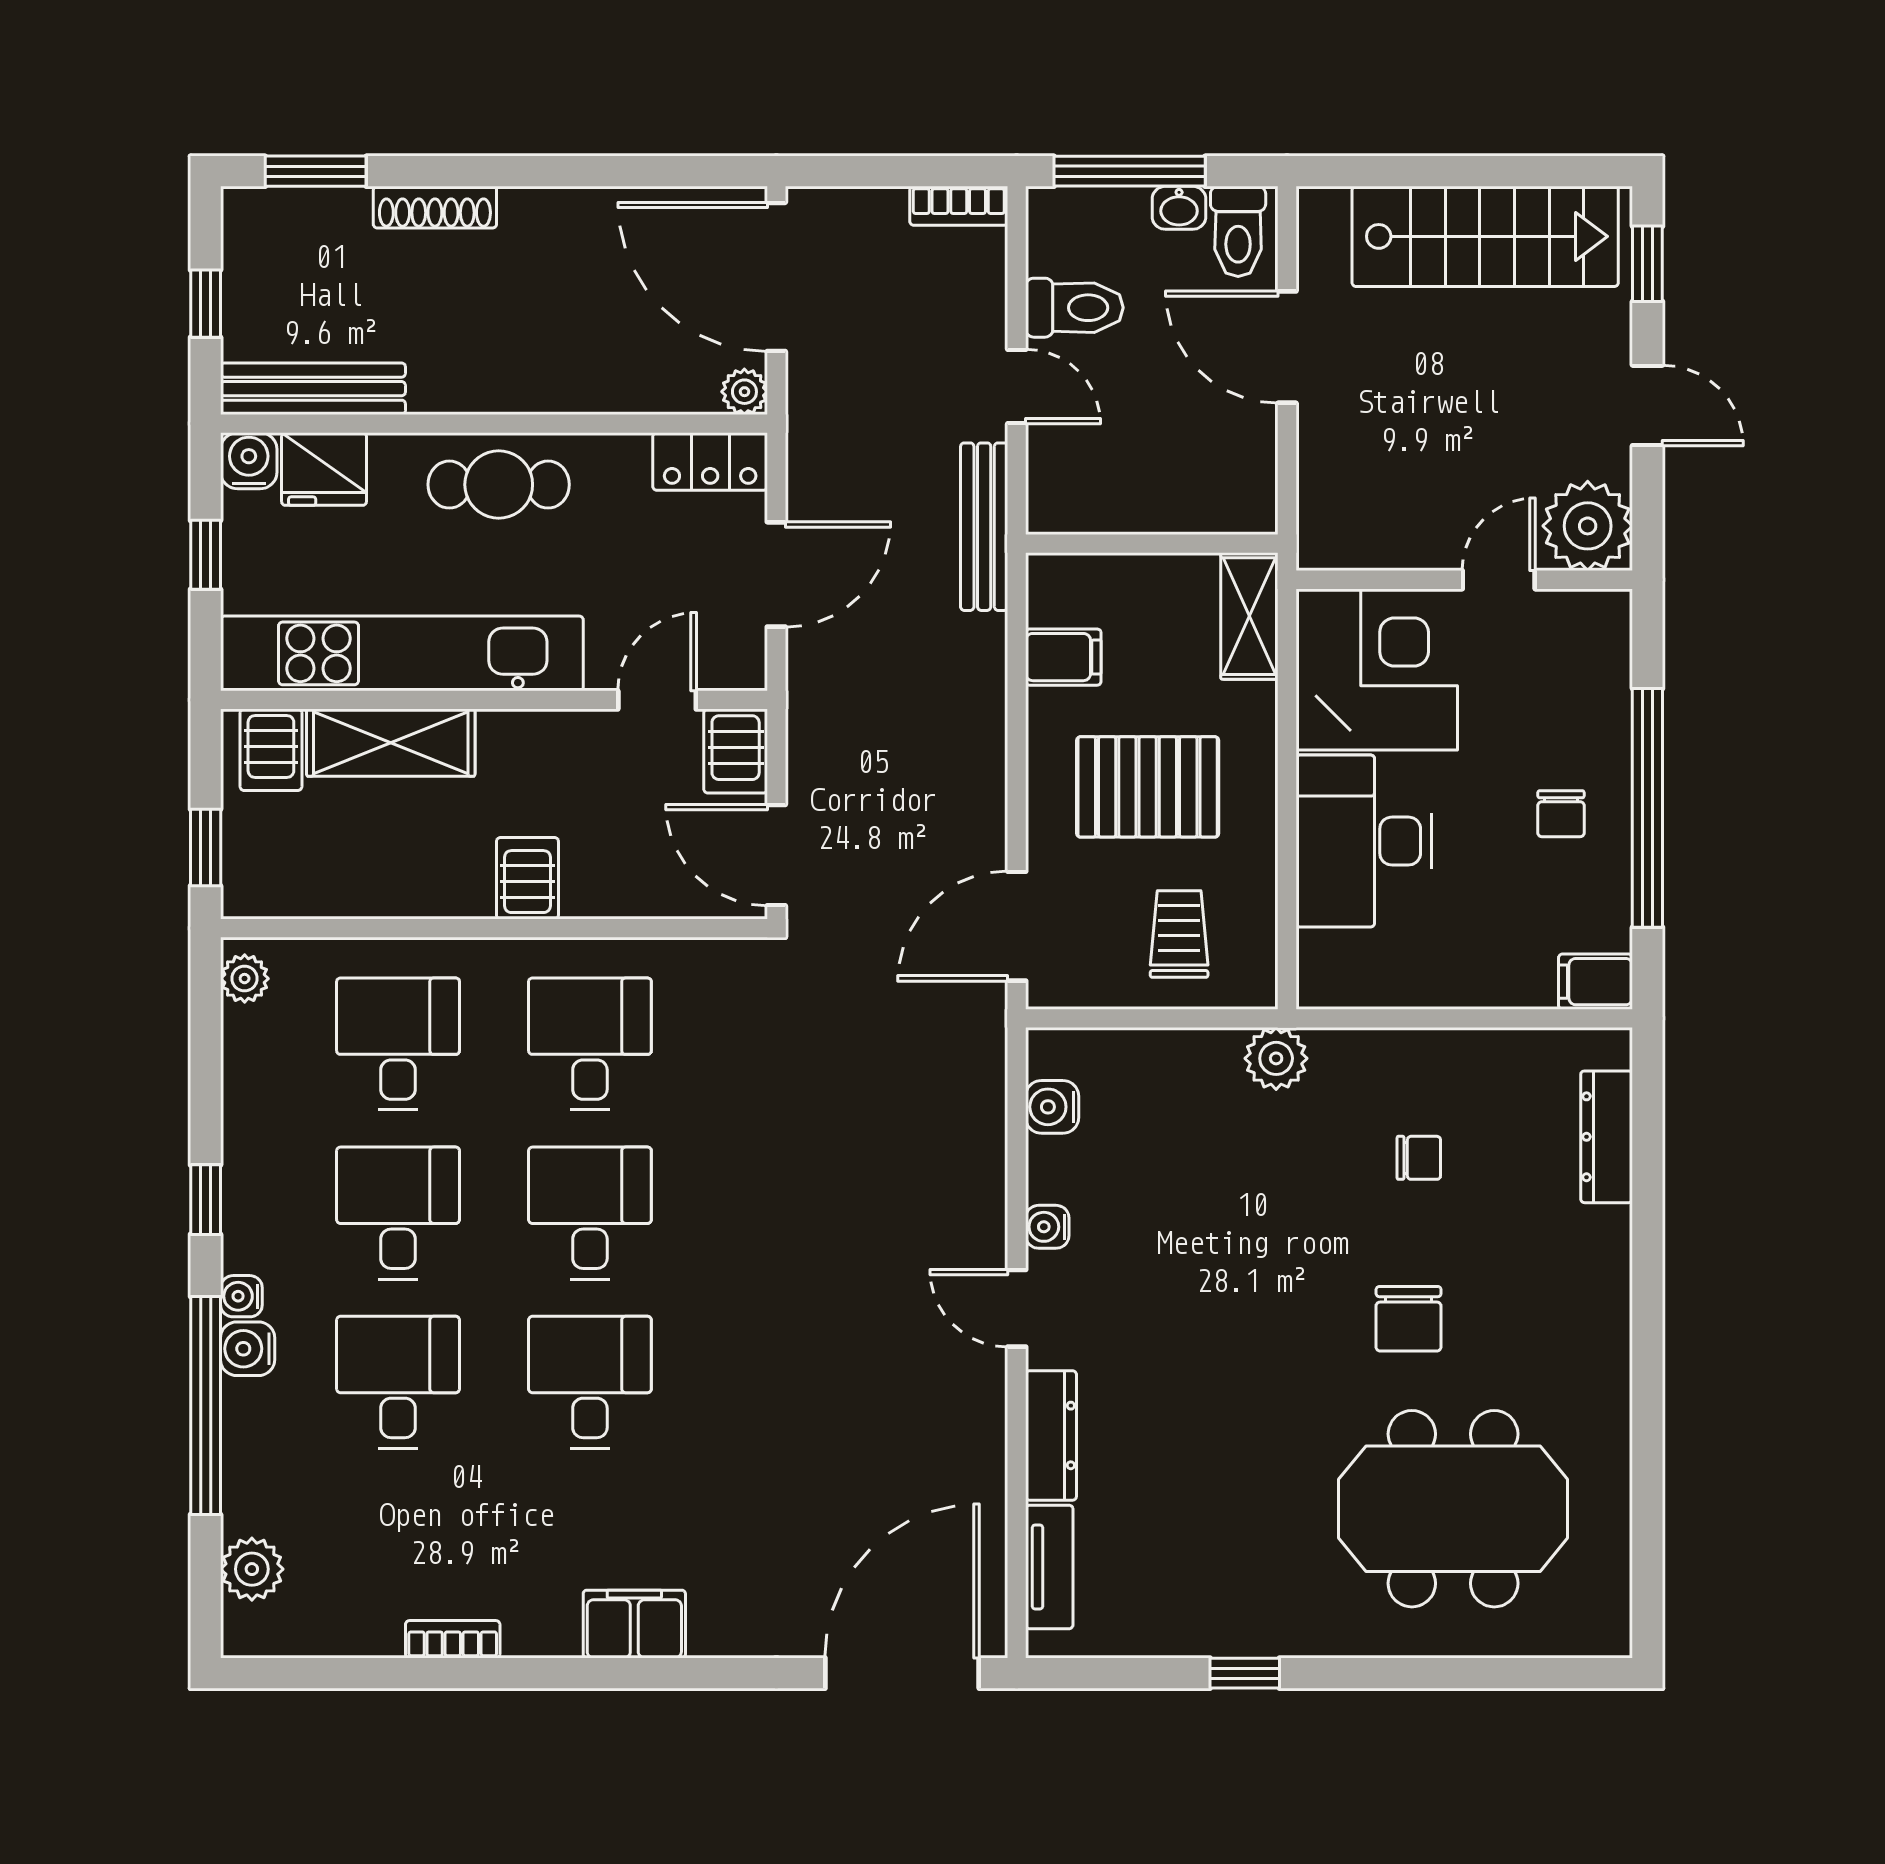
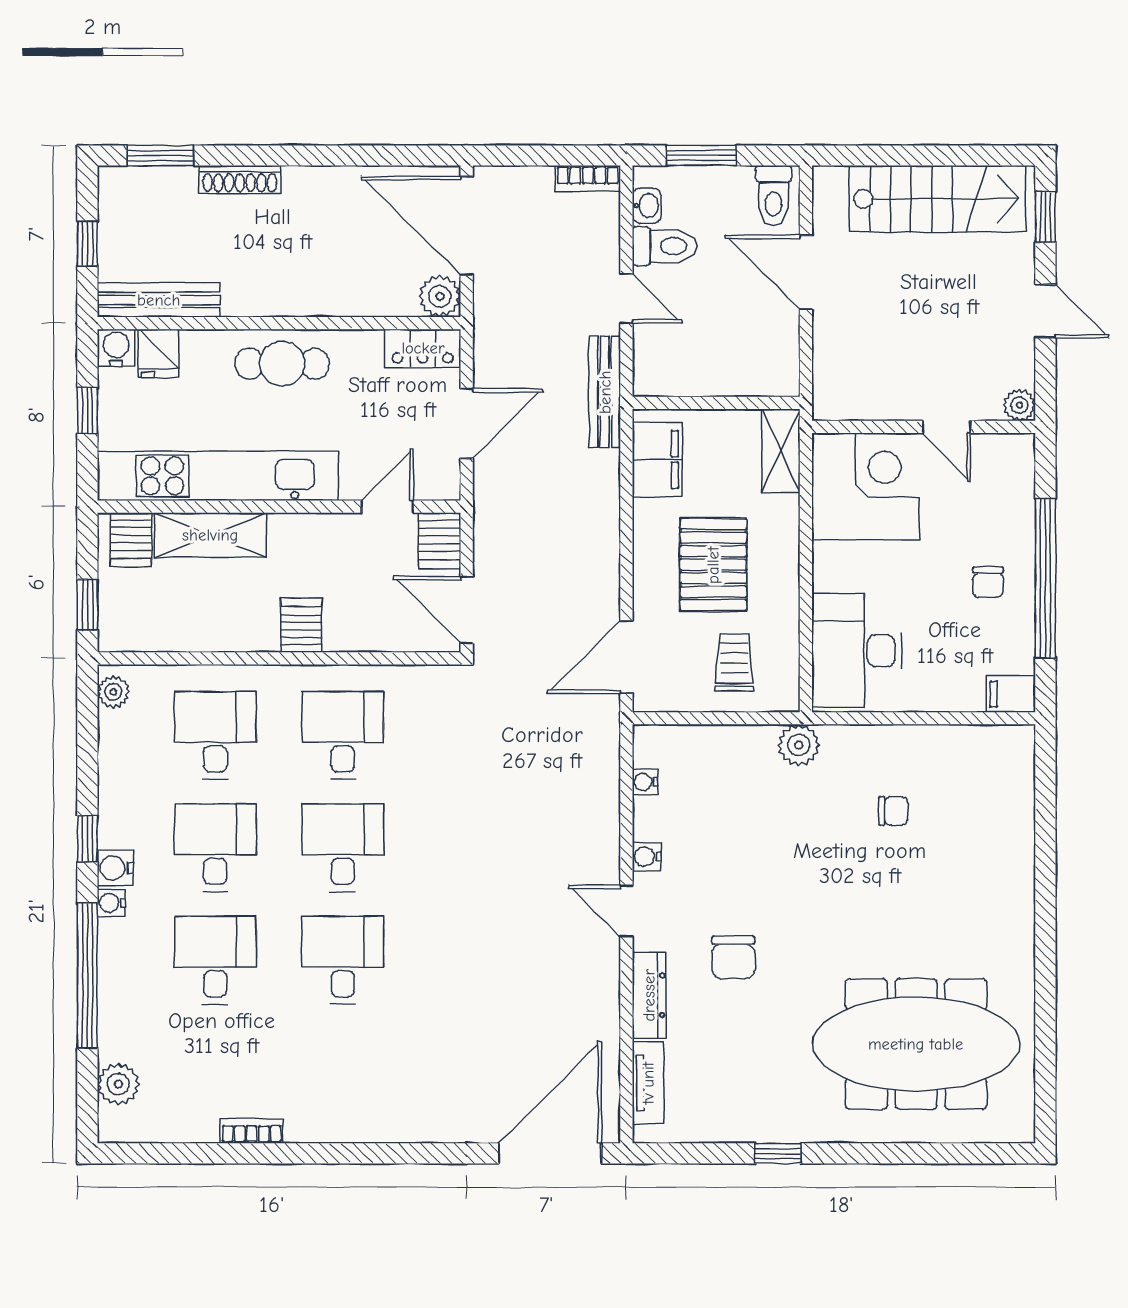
window: (1130, 171) -> (701, 156), width x0.69
washbasin: (1179, 208) -> (647, 206), moved, turned -90
plant: (744, 392) -> (440, 296), width x1.38, depth x1.38
fridge: (324, 469) -> (158, 353), width x0.72
plant: (1588, 526) -> (1020, 405), width x0.53, depth x0.53
door: (1499, 580) -> (947, 427), swing flipped
filing cabinet: (1063, 657) -> (657, 460), width x2.00
pallet: (1148, 787) -> (713, 565), turned 90
desk: (1364, 841) -> (857, 651), moved
water cooler: (1052, 1107) -> (645, 782), width x0.72, depth x0.72
dresser: (1607, 1137) -> (1018, 797), removed
chair: (1409, 1319) -> (733, 957), moved
water cooler: (248, 1349) -> (115, 868), moved
meeting table: (1453, 1509) -> (916, 1044), width x1.36
filing cabinet: (634, 1624) -> (372, 1121), removed

